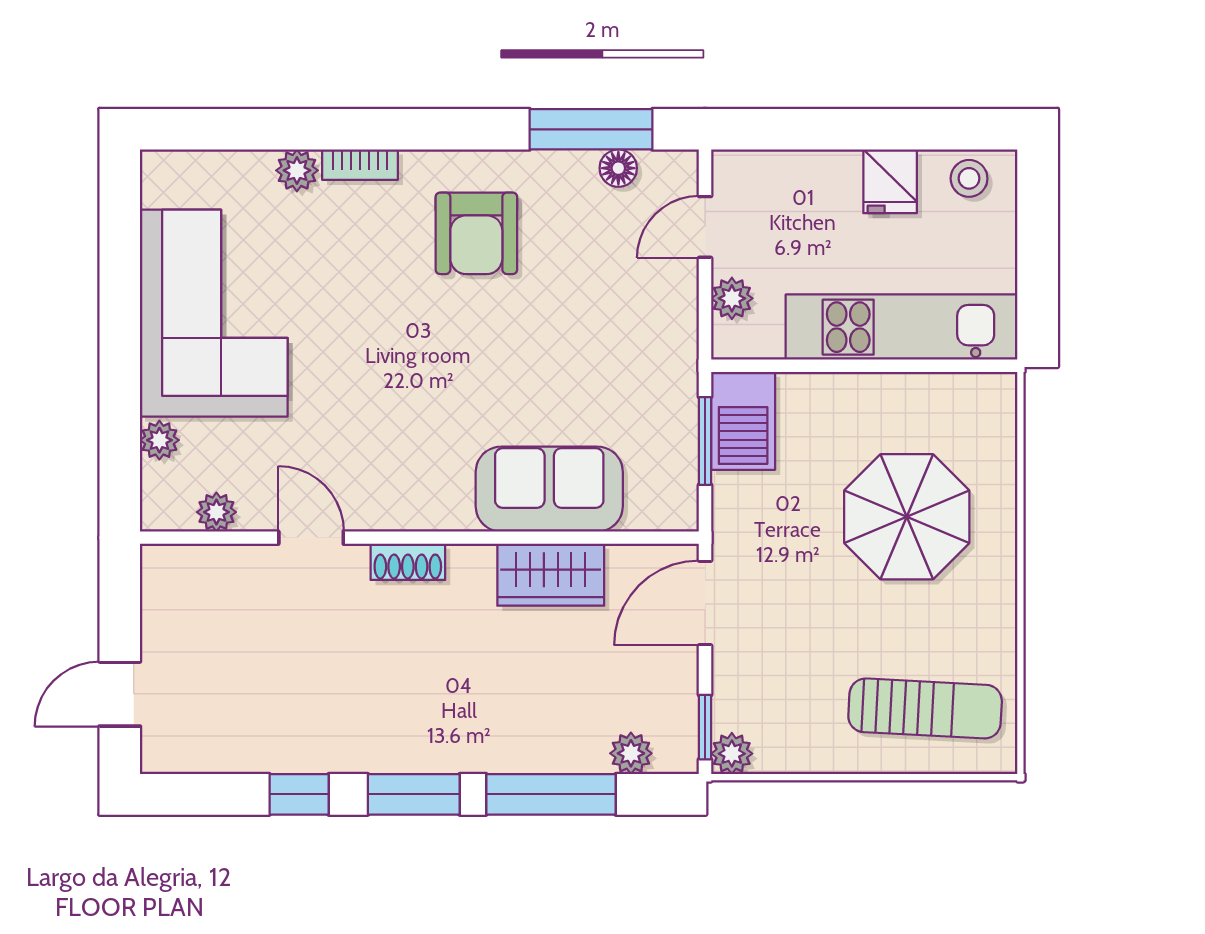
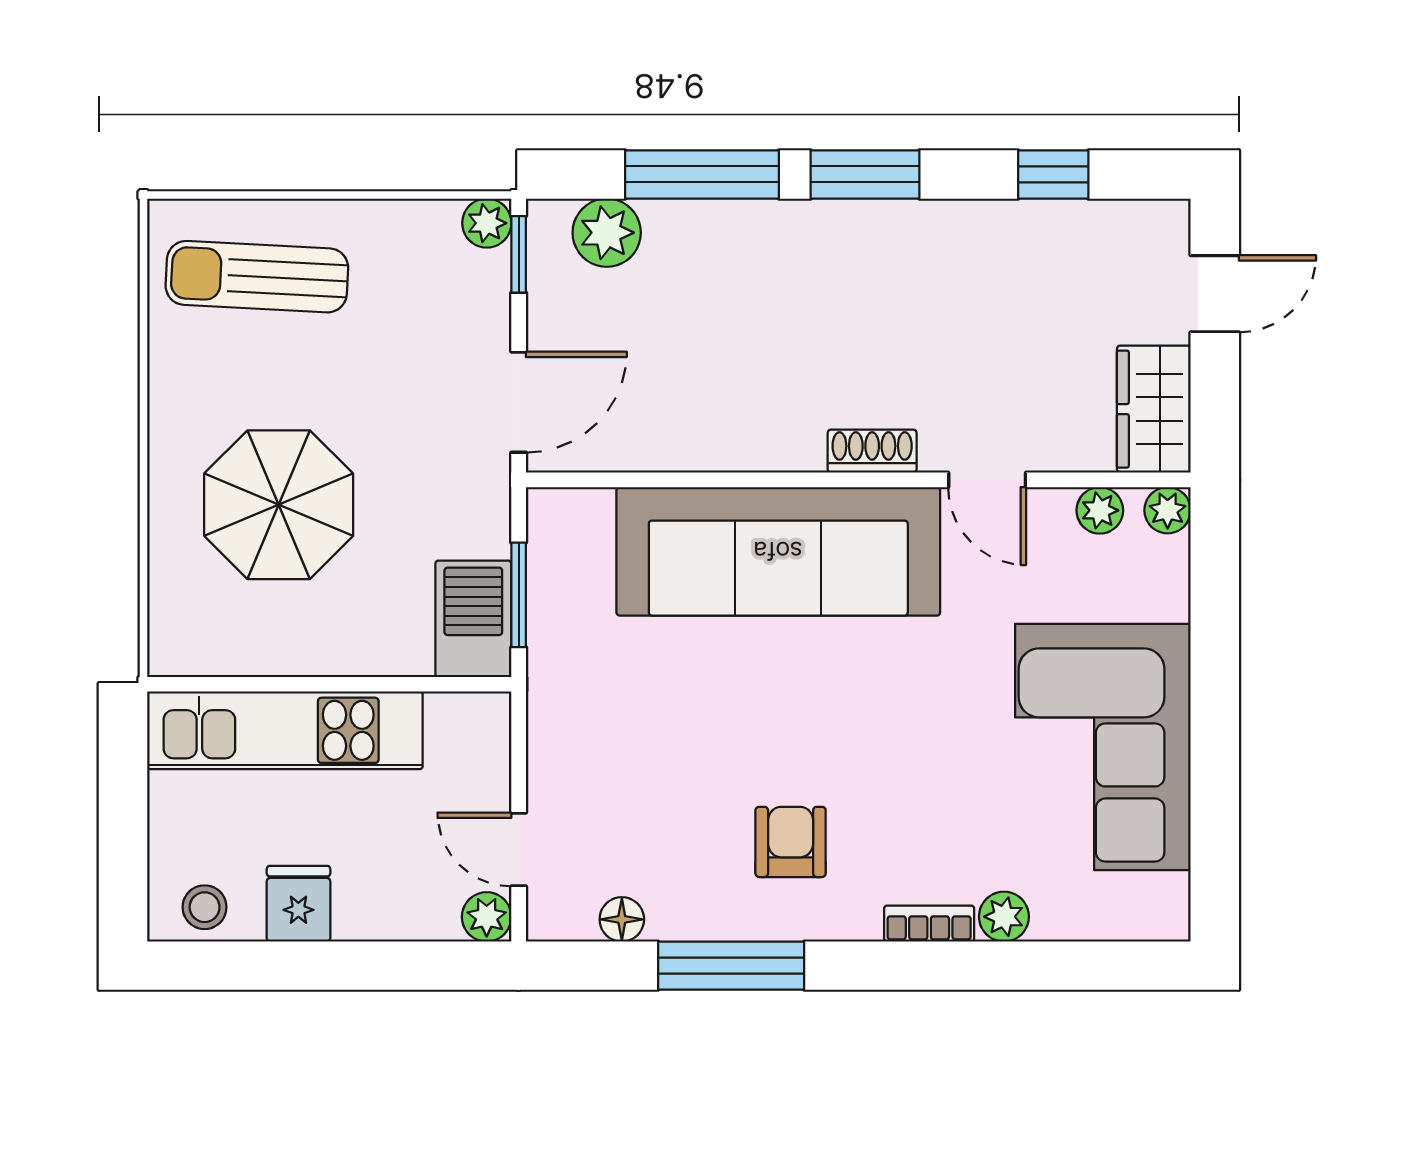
window: (591, 129) -> (731, 966), moved
door: (705, 227) -> (519, 849), swing flipped
armchair: (476, 233) -> (791, 842), width x0.72, depth x0.72
plant: (732, 298) -> (487, 917), moved
plant: (159, 440) -> (1168, 510), moved
sofa: (549, 489) -> (778, 551), width x1.85, depth x1.27
wardrobe: (551, 575) -> (1154, 409), moved, turned -90
plant: (631, 753) -> (607, 233), width x1.38, depth x1.38
window: (299, 794) -> (1053, 174), moved

